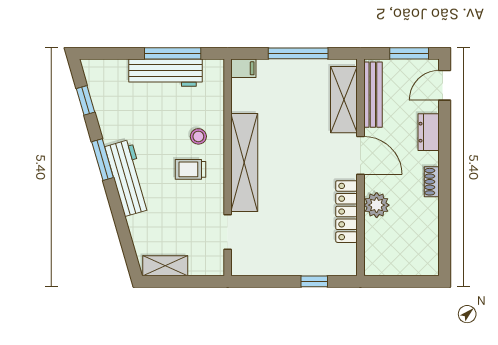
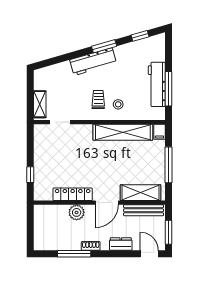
shelving: (244, 163) -> (123, 132), moved
window: (445, 209) -> (74, 254), added
shelving: (165, 266) -> (40, 104), moved

